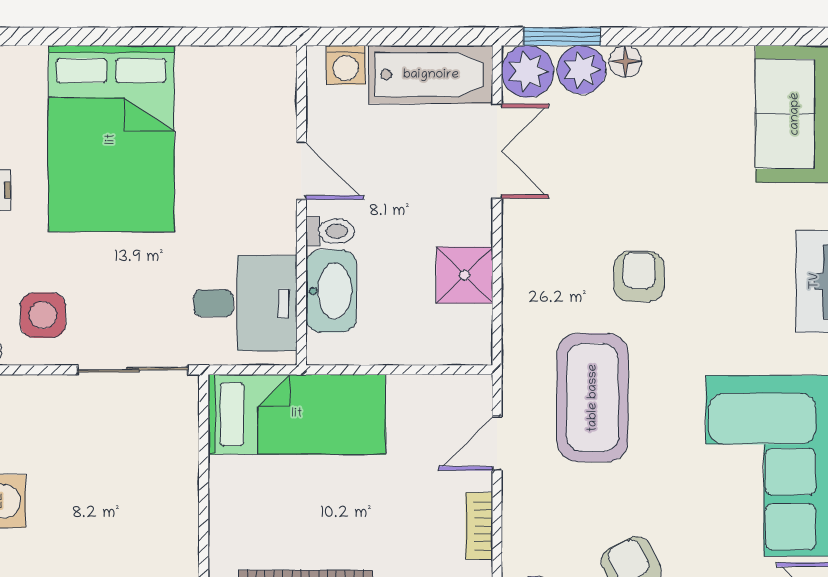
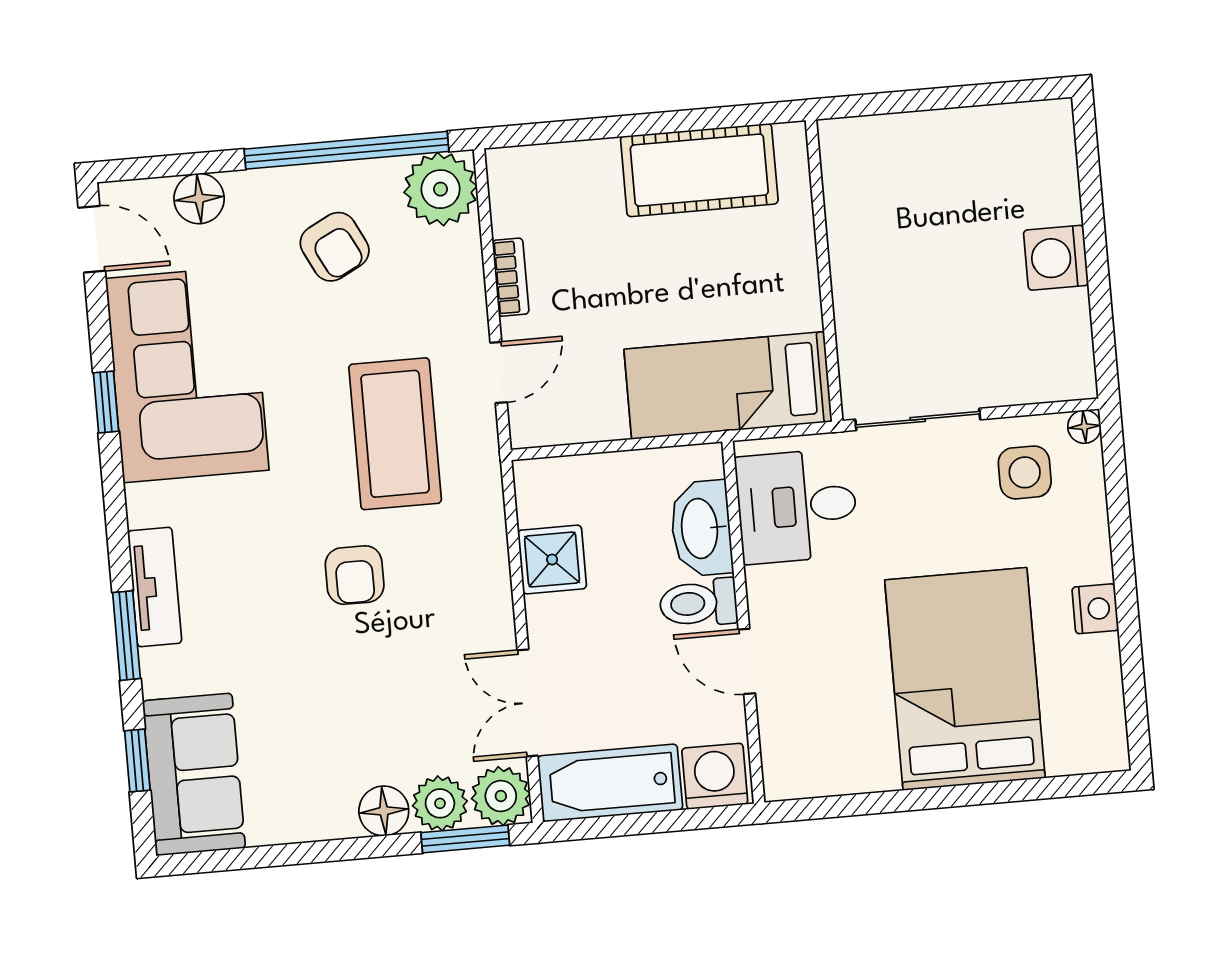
floor lamp: (625, 61) -> (384, 811), width x1.37, depth x1.37
washing machine: (346, 65) -> (715, 776), width x1.38, depth x1.38
toilet: (330, 231) -> (698, 603), width x1.37, depth x1.39

